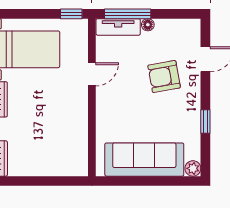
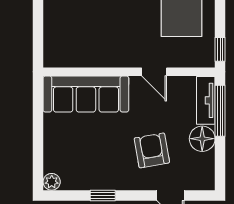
floor lamp: (148, 25) -> (202, 139), width x1.89, depth x1.89
sofa: (144, 160) -> (86, 94), moved, turned 90

